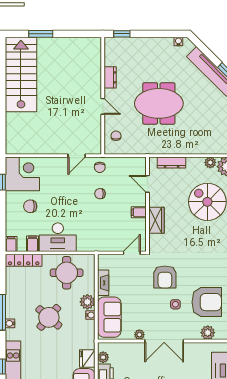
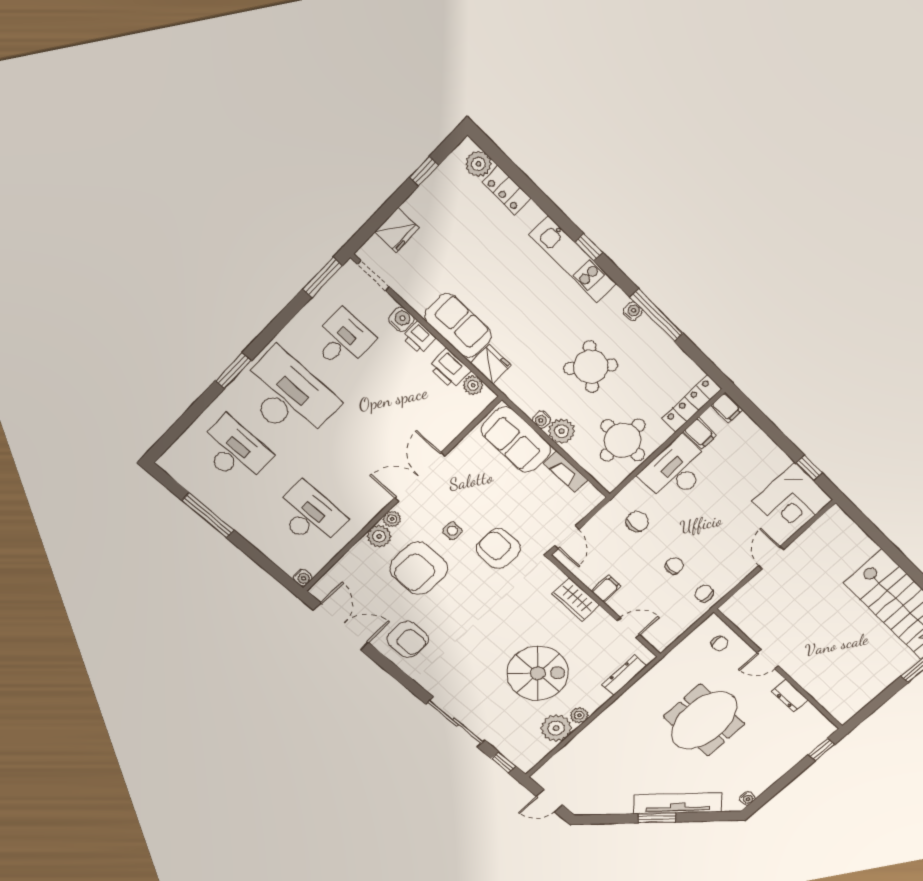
door: (77, 156) -> (771, 558), moved
chair: (30, 206) -> (637, 522), moved
plant: (139, 335) -> (392, 519), moved

